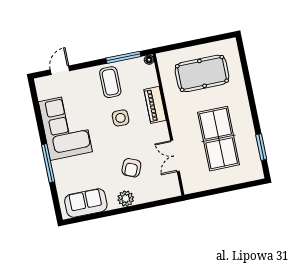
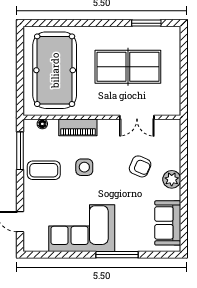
floor lamp: (149, 60) -> (42, 124), moved
pool table: (202, 73) -> (55, 70), width x1.36, depth x1.32

